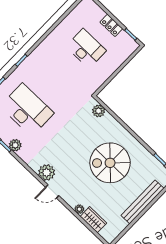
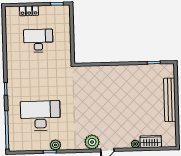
locker: (111, 25) -> (29, 11), moved
plant: (99, 111) -> (85, 71), removed
spiral stairs: (110, 163) -> (125, 96), removed

